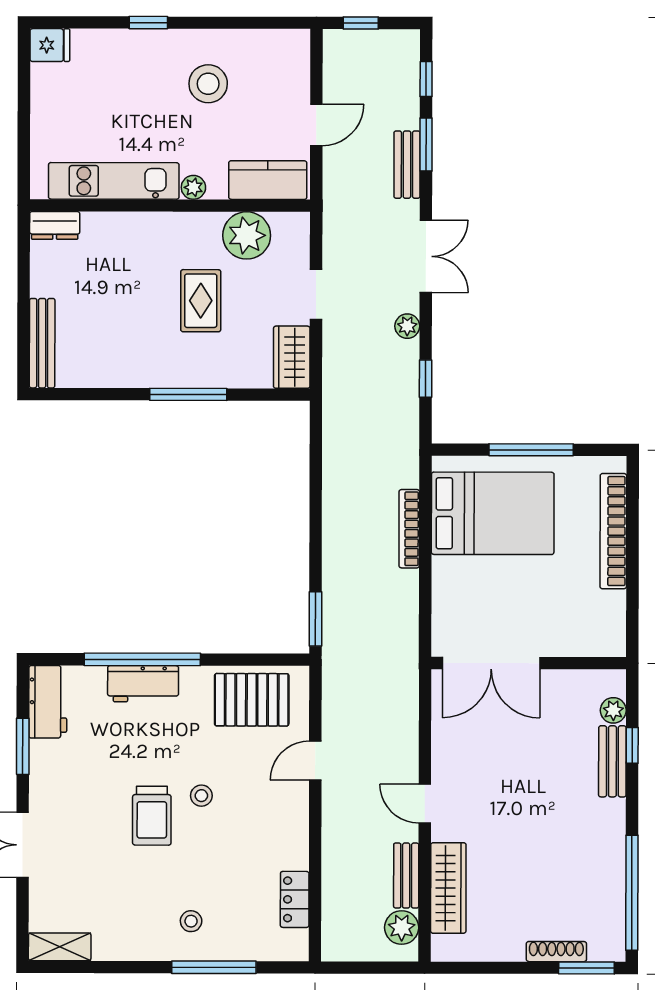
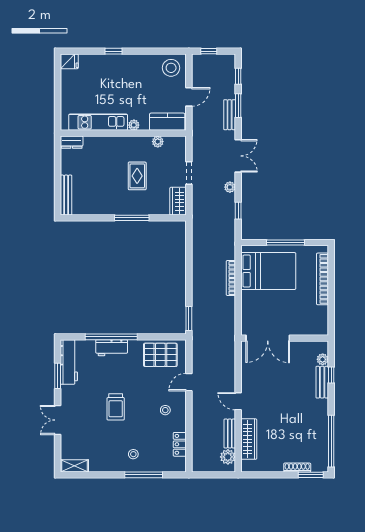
stool: (208, 84) -> (171, 68), moved
plant: (247, 235) -> (158, 142), width x0.53, depth x0.53
workbench: (48, 702) -> (69, 362), width x1.38
stool: (201, 796) -> (165, 410), moved

